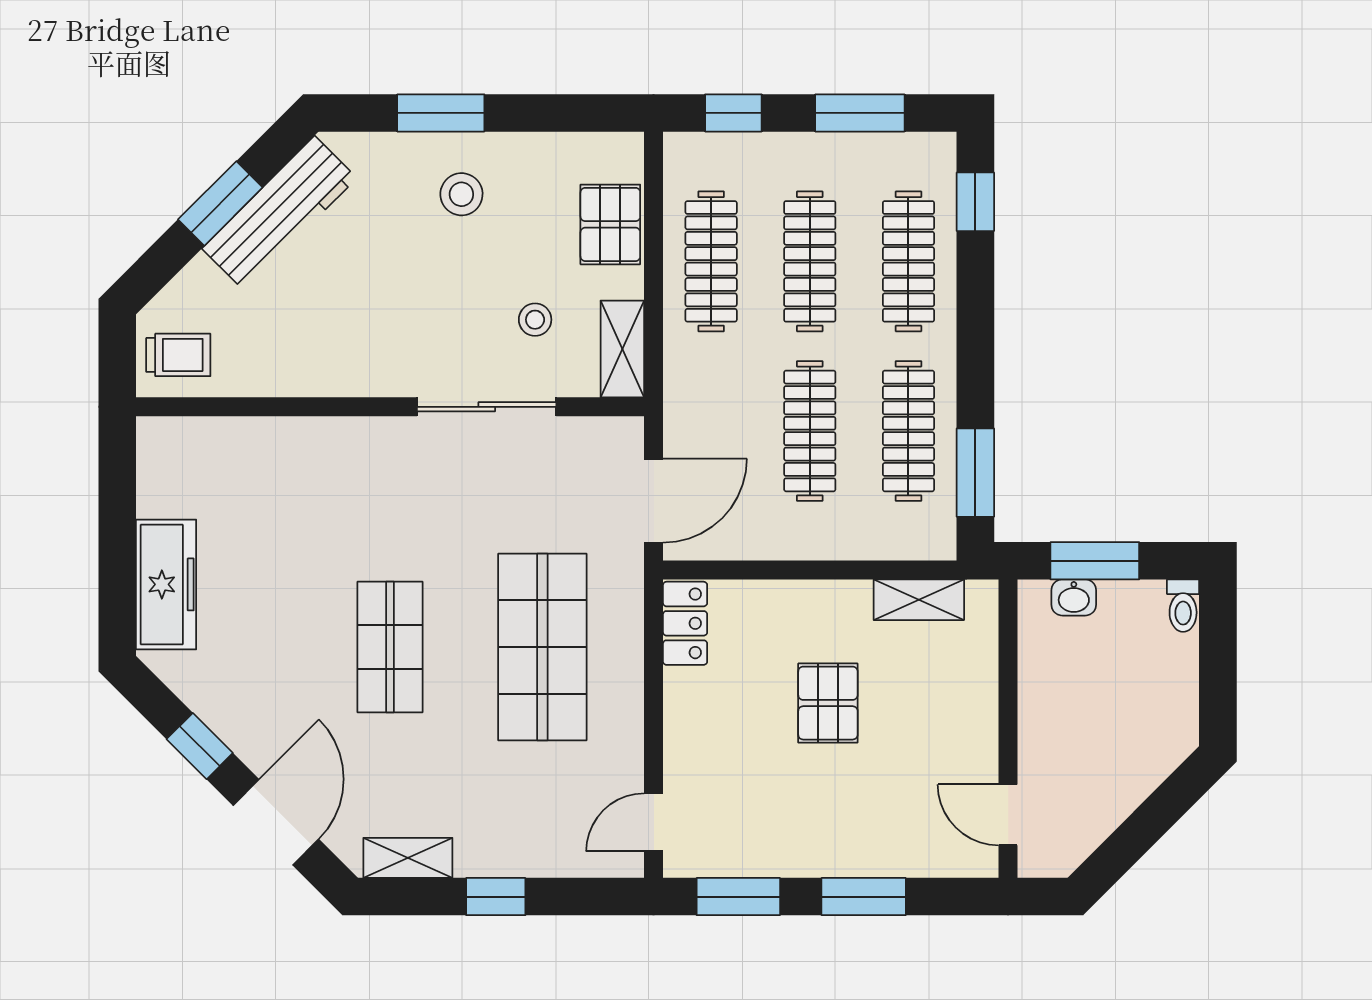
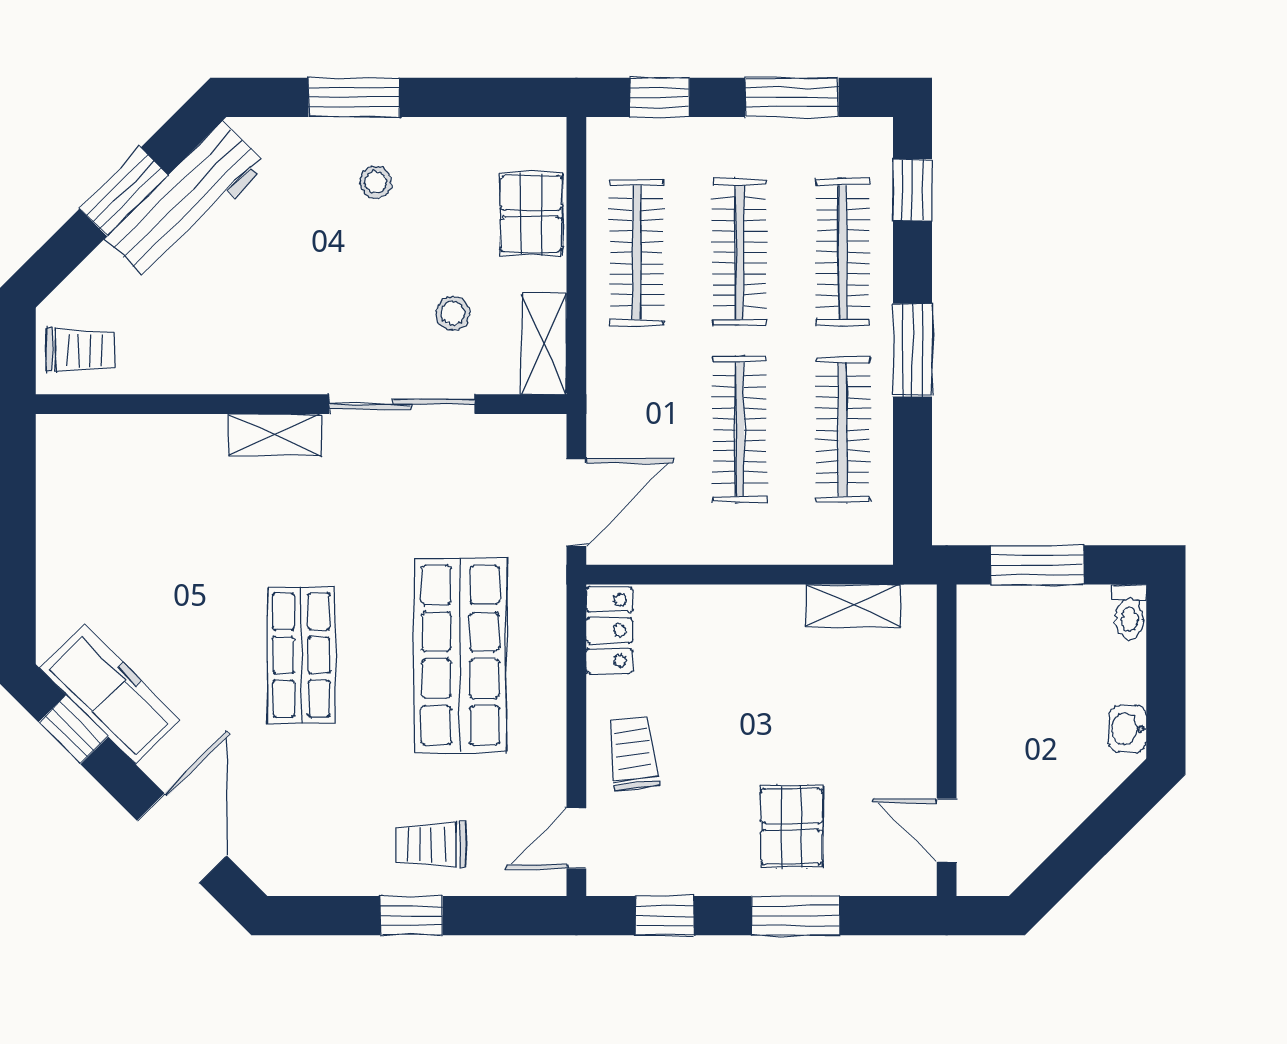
stool: (461, 194) -> (376, 182), width x0.73, depth x0.73
window: (975, 473) -> (913, 350), moved
freezer: (166, 584) -> (110, 694), moved, turned -45
washbasin: (1074, 597) -> (1127, 729), moved, turned 90
pallet: (828, 703) -> (792, 826), moved
trolley: (708, 741) -> (633, 754), added
window: (200, 746) -> (73, 729), moved
trolley: (514, 828) -> (431, 844), added
shelving: (408, 858) -> (275, 435), moved
window: (738, 897) -> (665, 916), width x0.67

